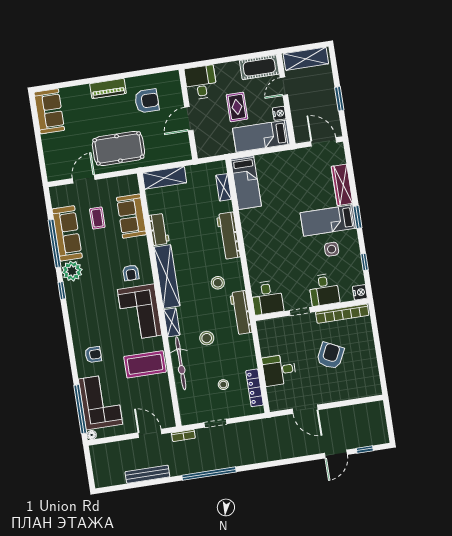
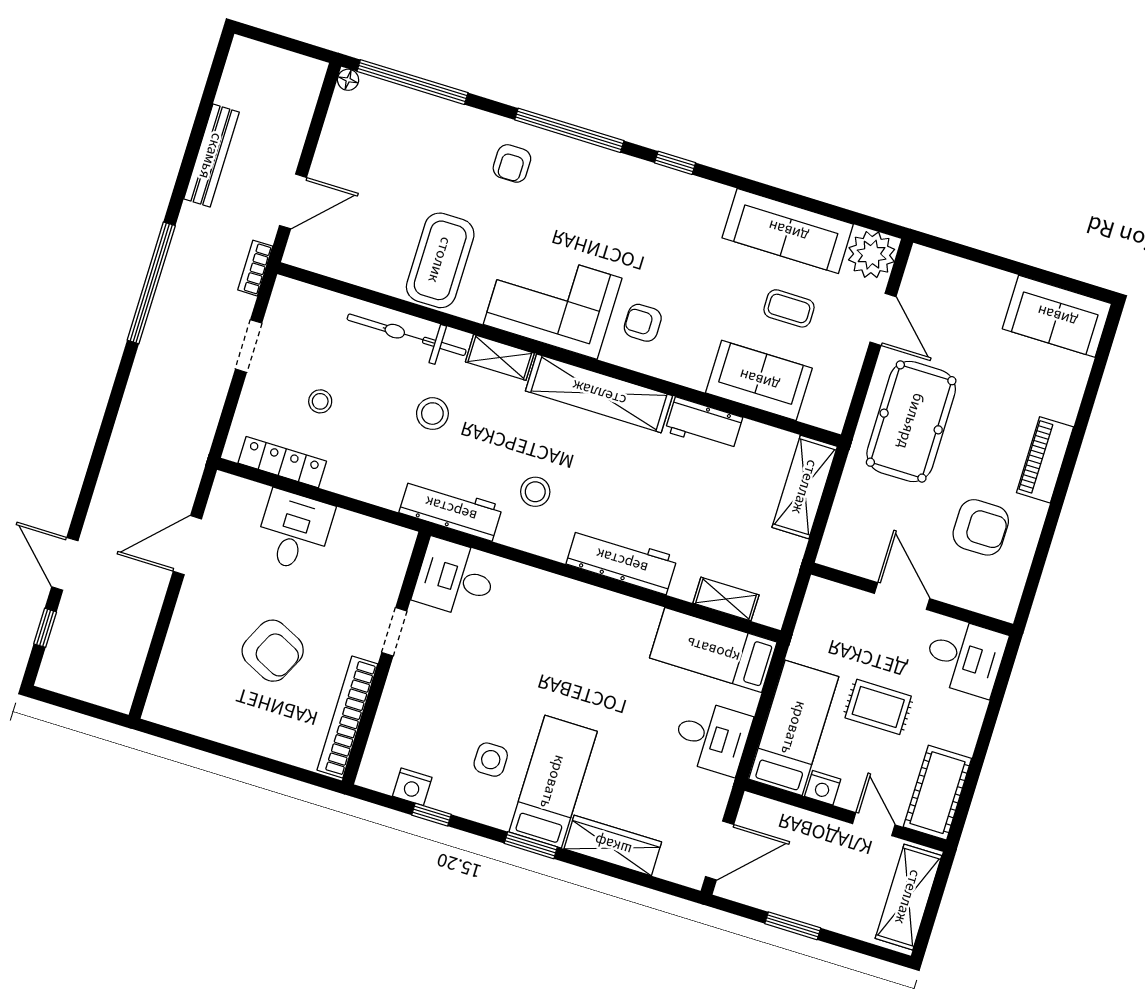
armchair: (147, 101) -> (981, 527), turned -90
window: (55, 243) -> (569, 130), moved
plant: (72, 271) -> (872, 255), moved
desk: (324, 290) -> (712, 737), moved, turned 180
nightstand: (360, 292) -> (412, 787), moved
corner sofa: (100, 402) -> (408, 131), removed

